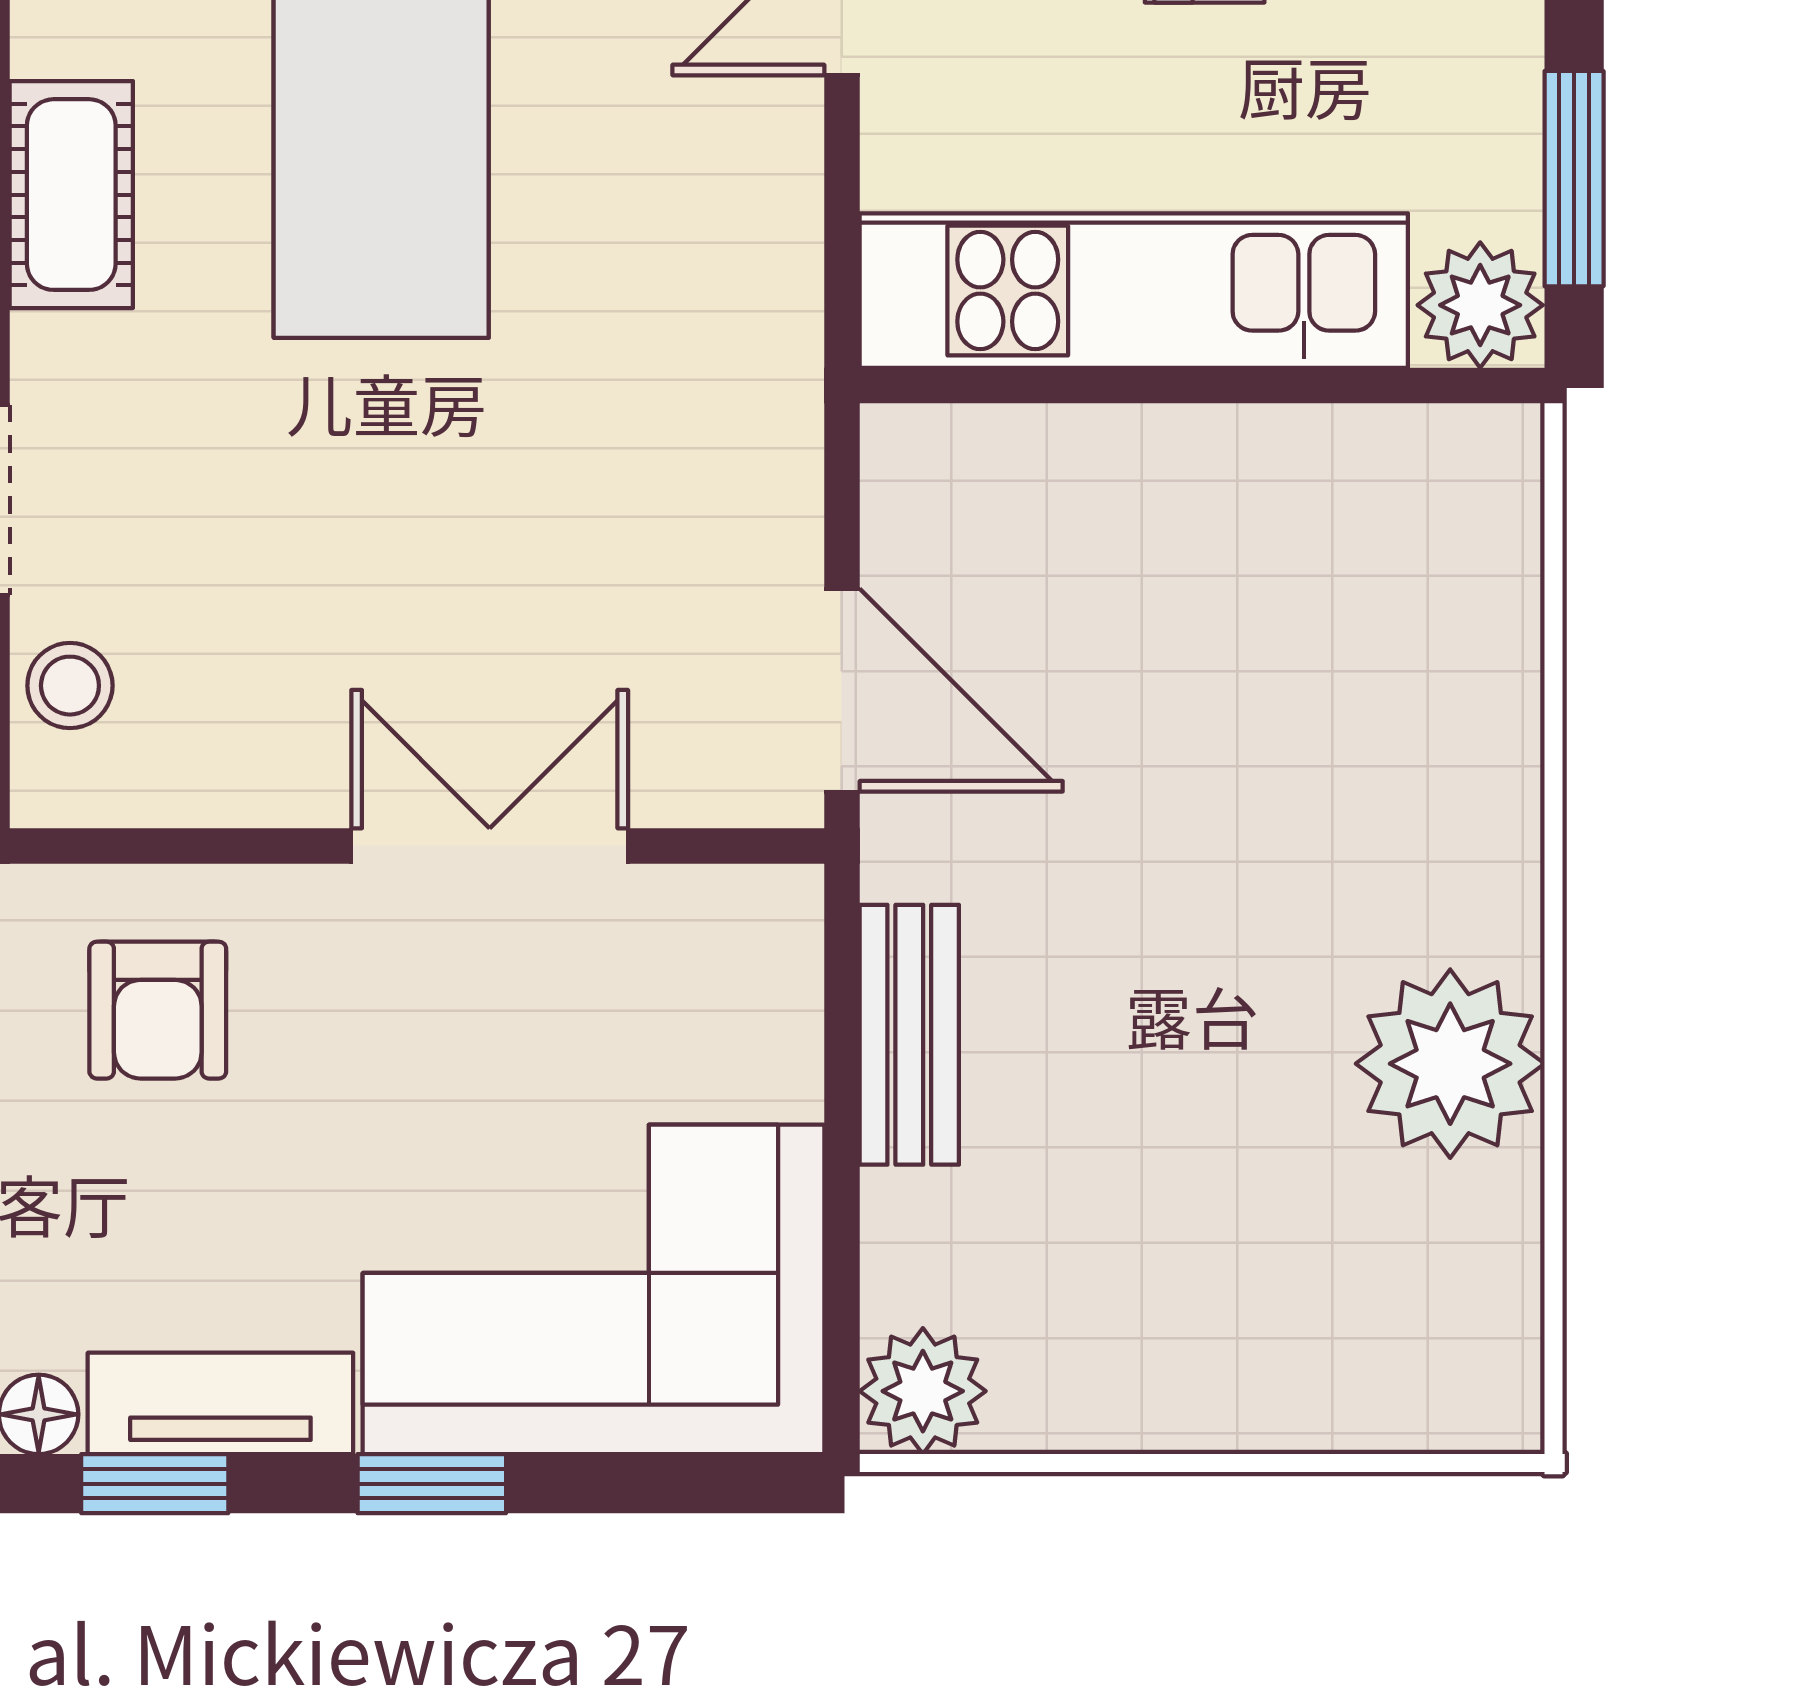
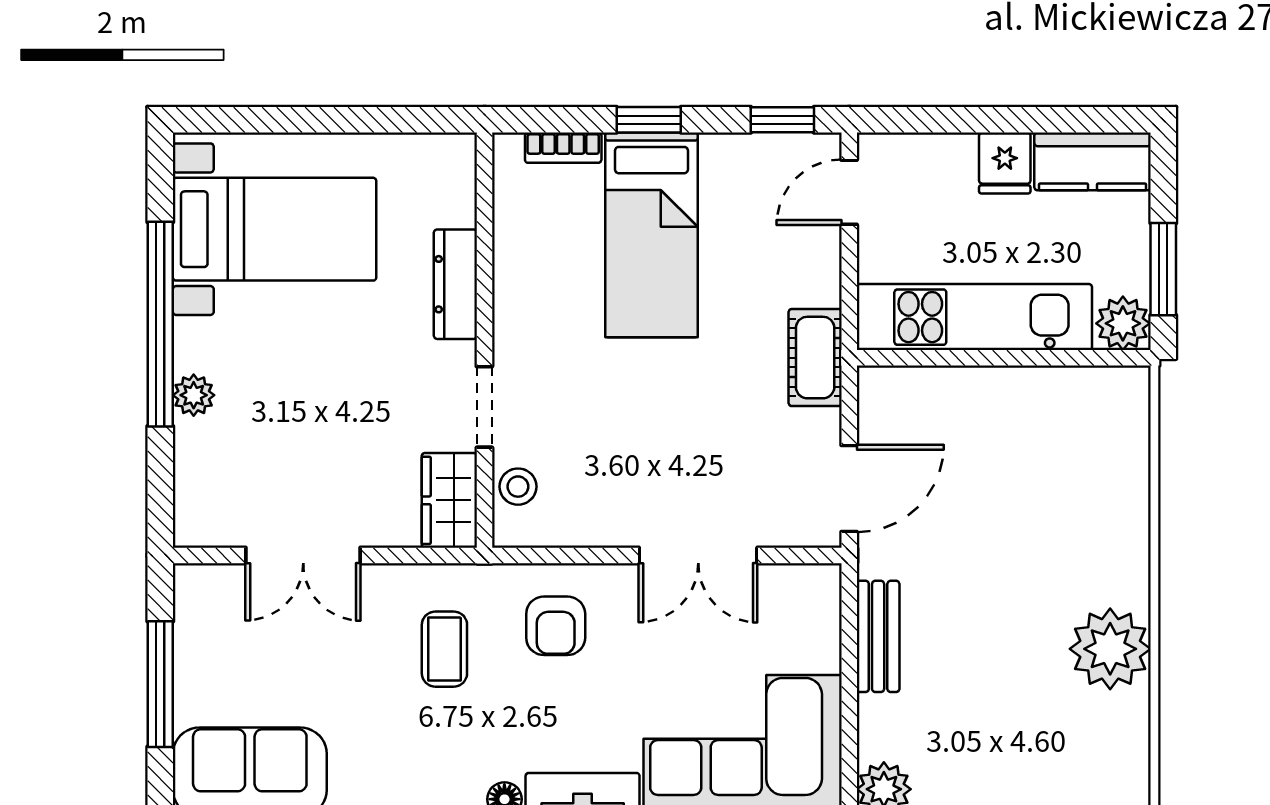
cot: (71, 195) -> (815, 358), moved
door: (842, 690) -> (849, 488), hinge flipped
double door: (490, 846) -> (698, 555), swing flipped

